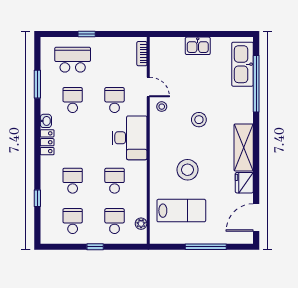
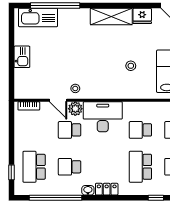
window: (87, 34) -> (11, 172), moved
window: (37, 84) -> (56, 198), width x2.11
door: (148, 87) -> (58, 100), swing flipped
plant: (139, 107) -> (75, 109), added
stool: (199, 120) -> (87, 56), removed
stool: (188, 170) -> (131, 66), width x0.53, depth x0.53
school desk: (73, 181) -> (140, 167), width x1.85

